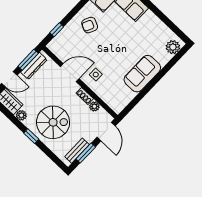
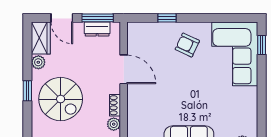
window: (57, 30) -> (167, 18), moved
dresser: (34, 66) -> (97, 29), width x0.70
side table: (96, 75) -> (146, 96), removed

